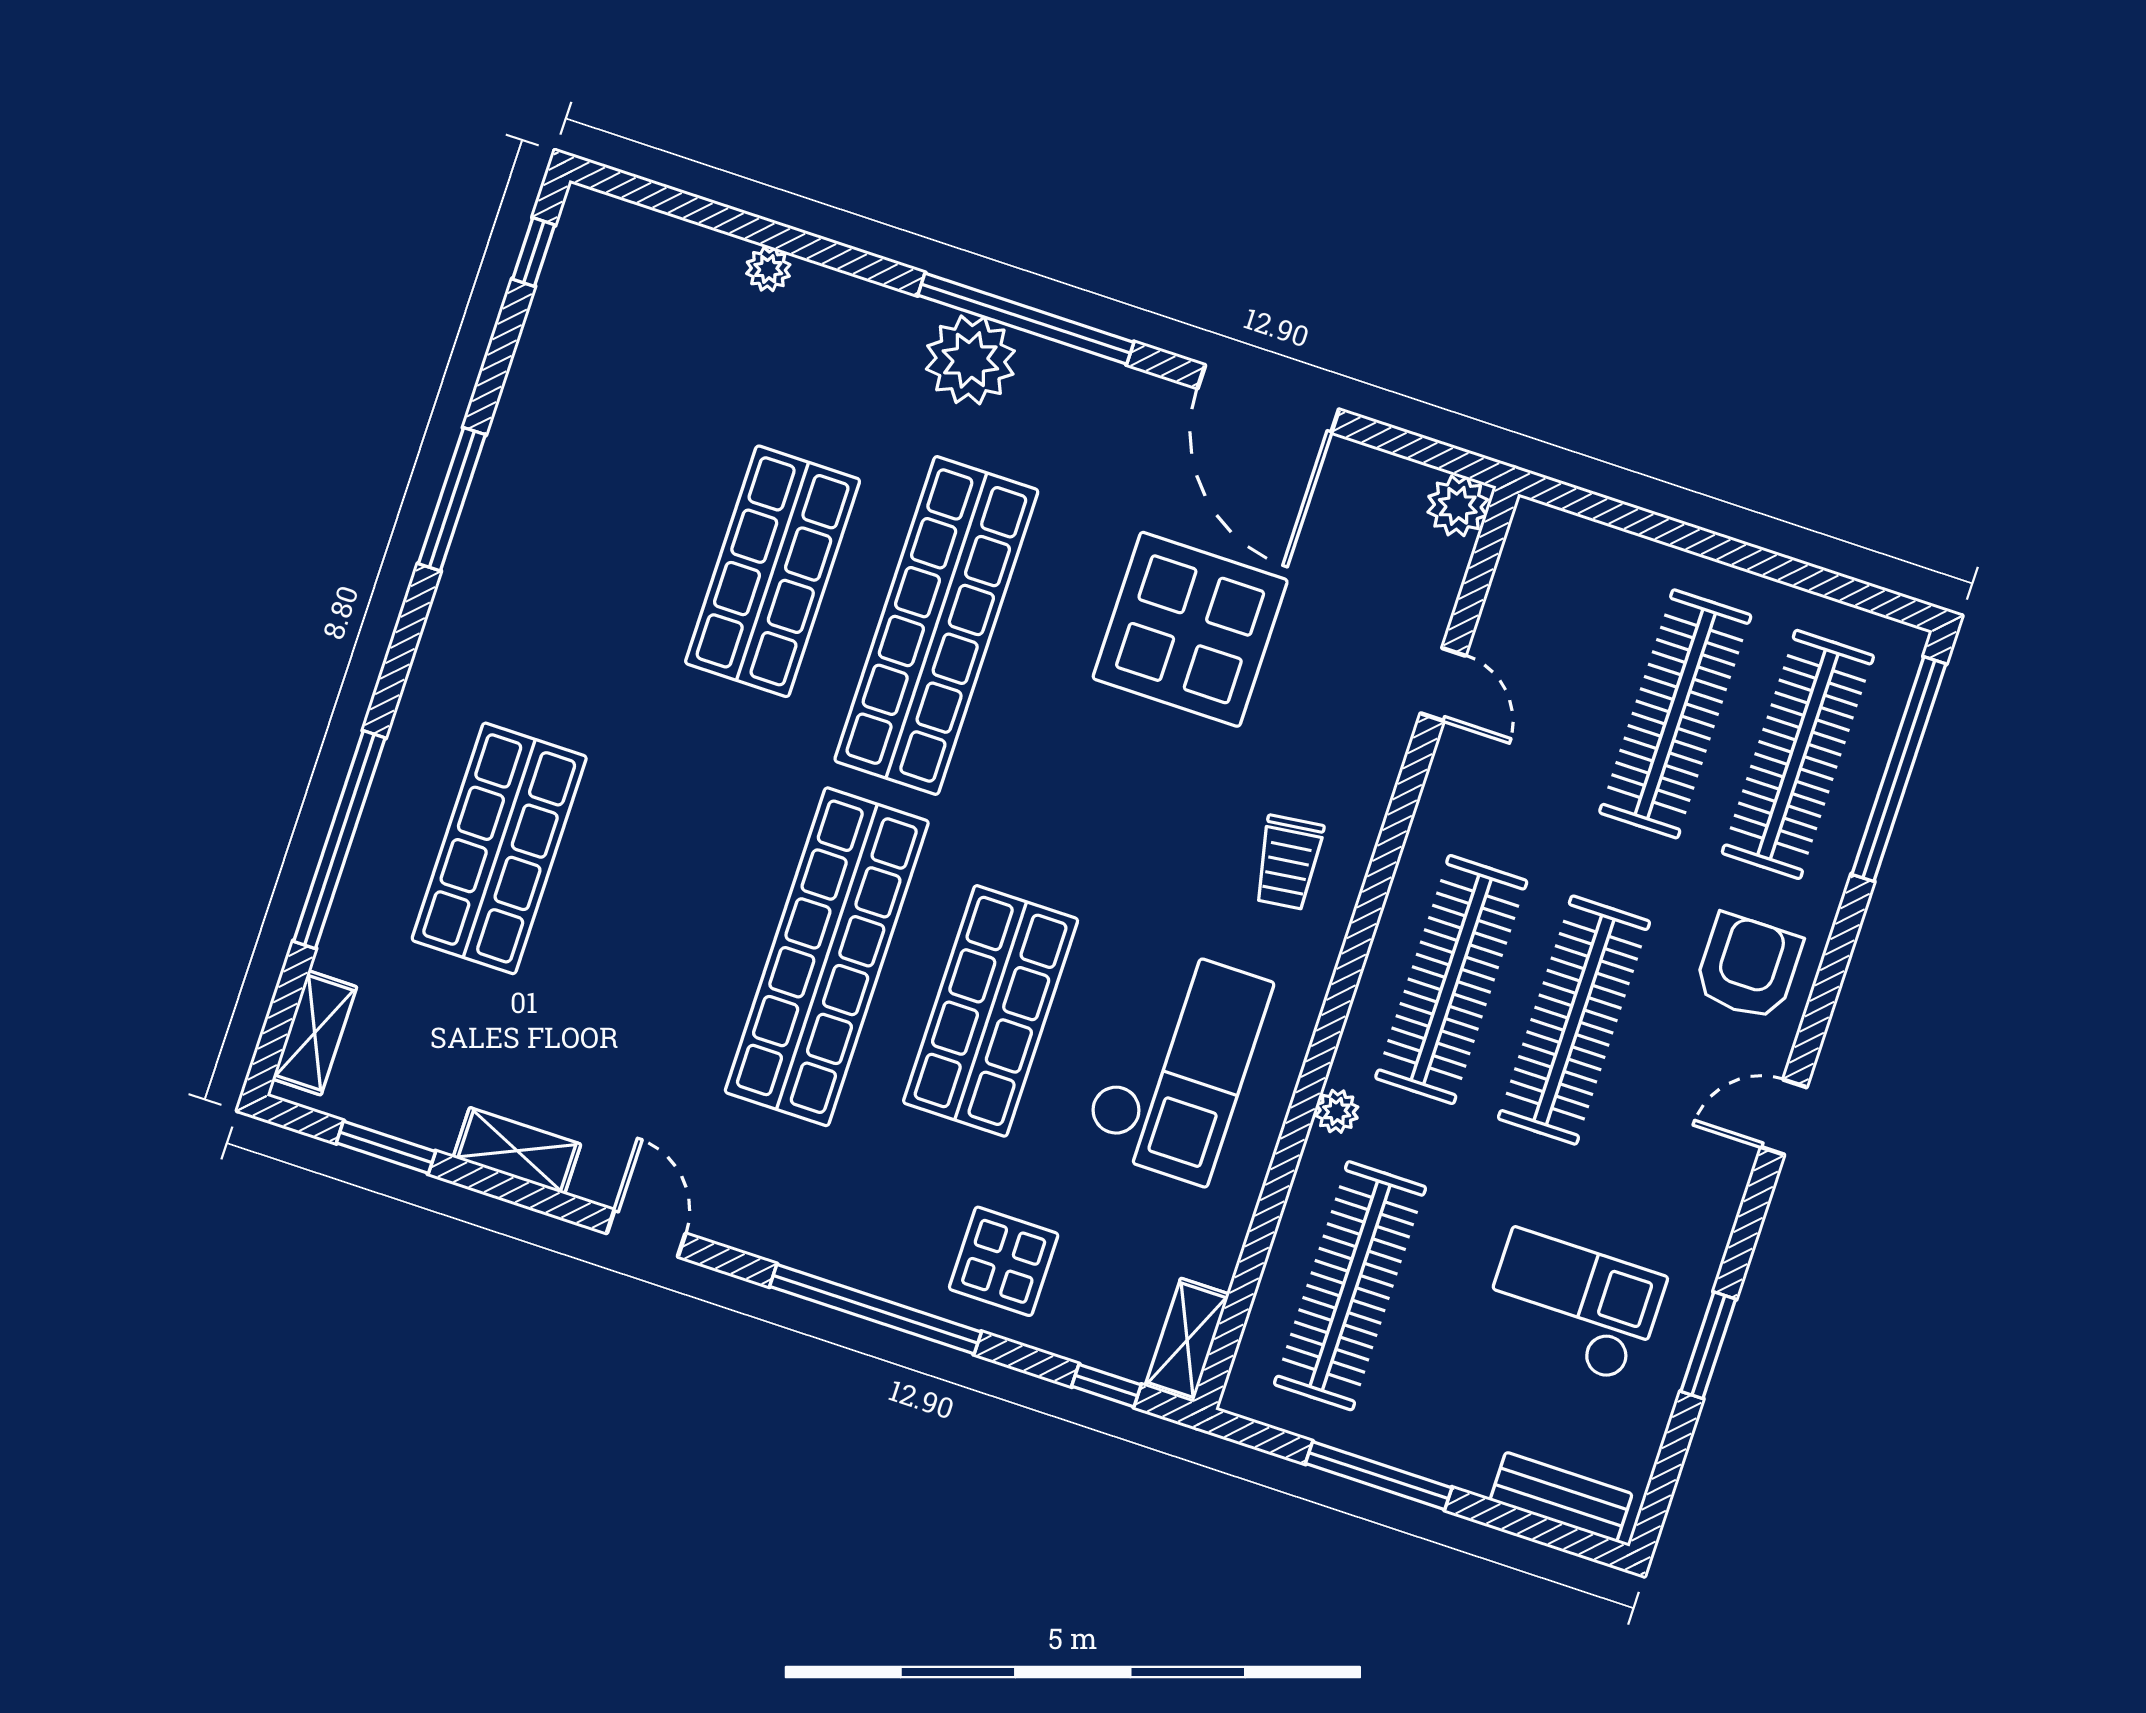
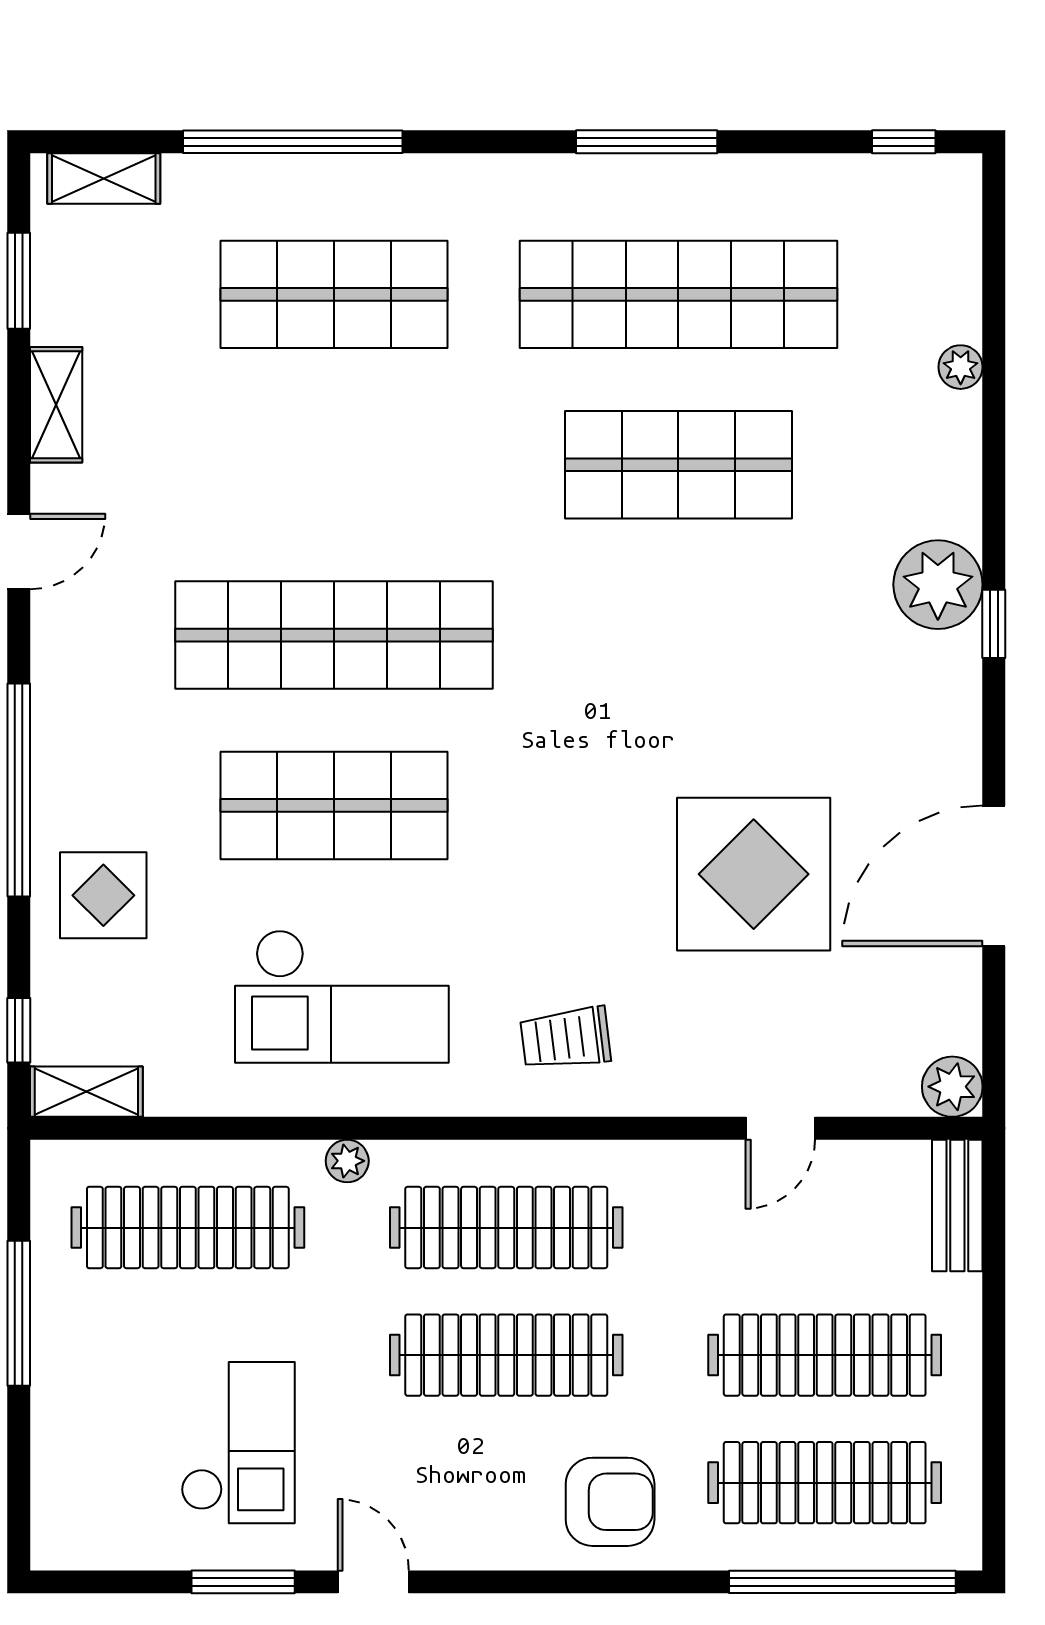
window: (1026, 319) -> (994, 624), width x0.32
shop shelf: (936, 625) -> (678, 294), moved
door: (1784, 1117) -> (373, 1582), moved
bench: (1561, 1497) -> (957, 1206), moved

